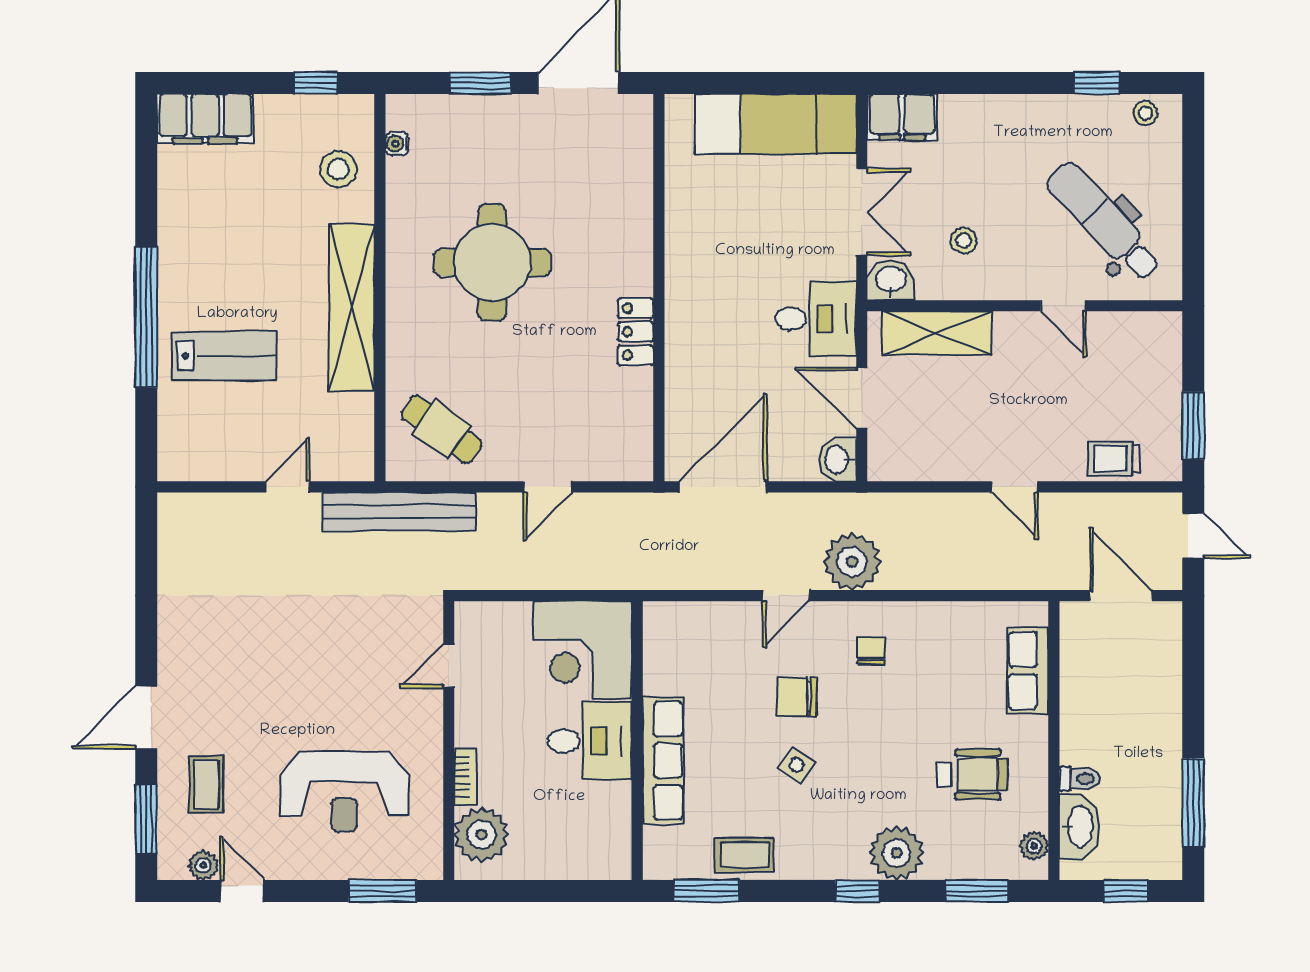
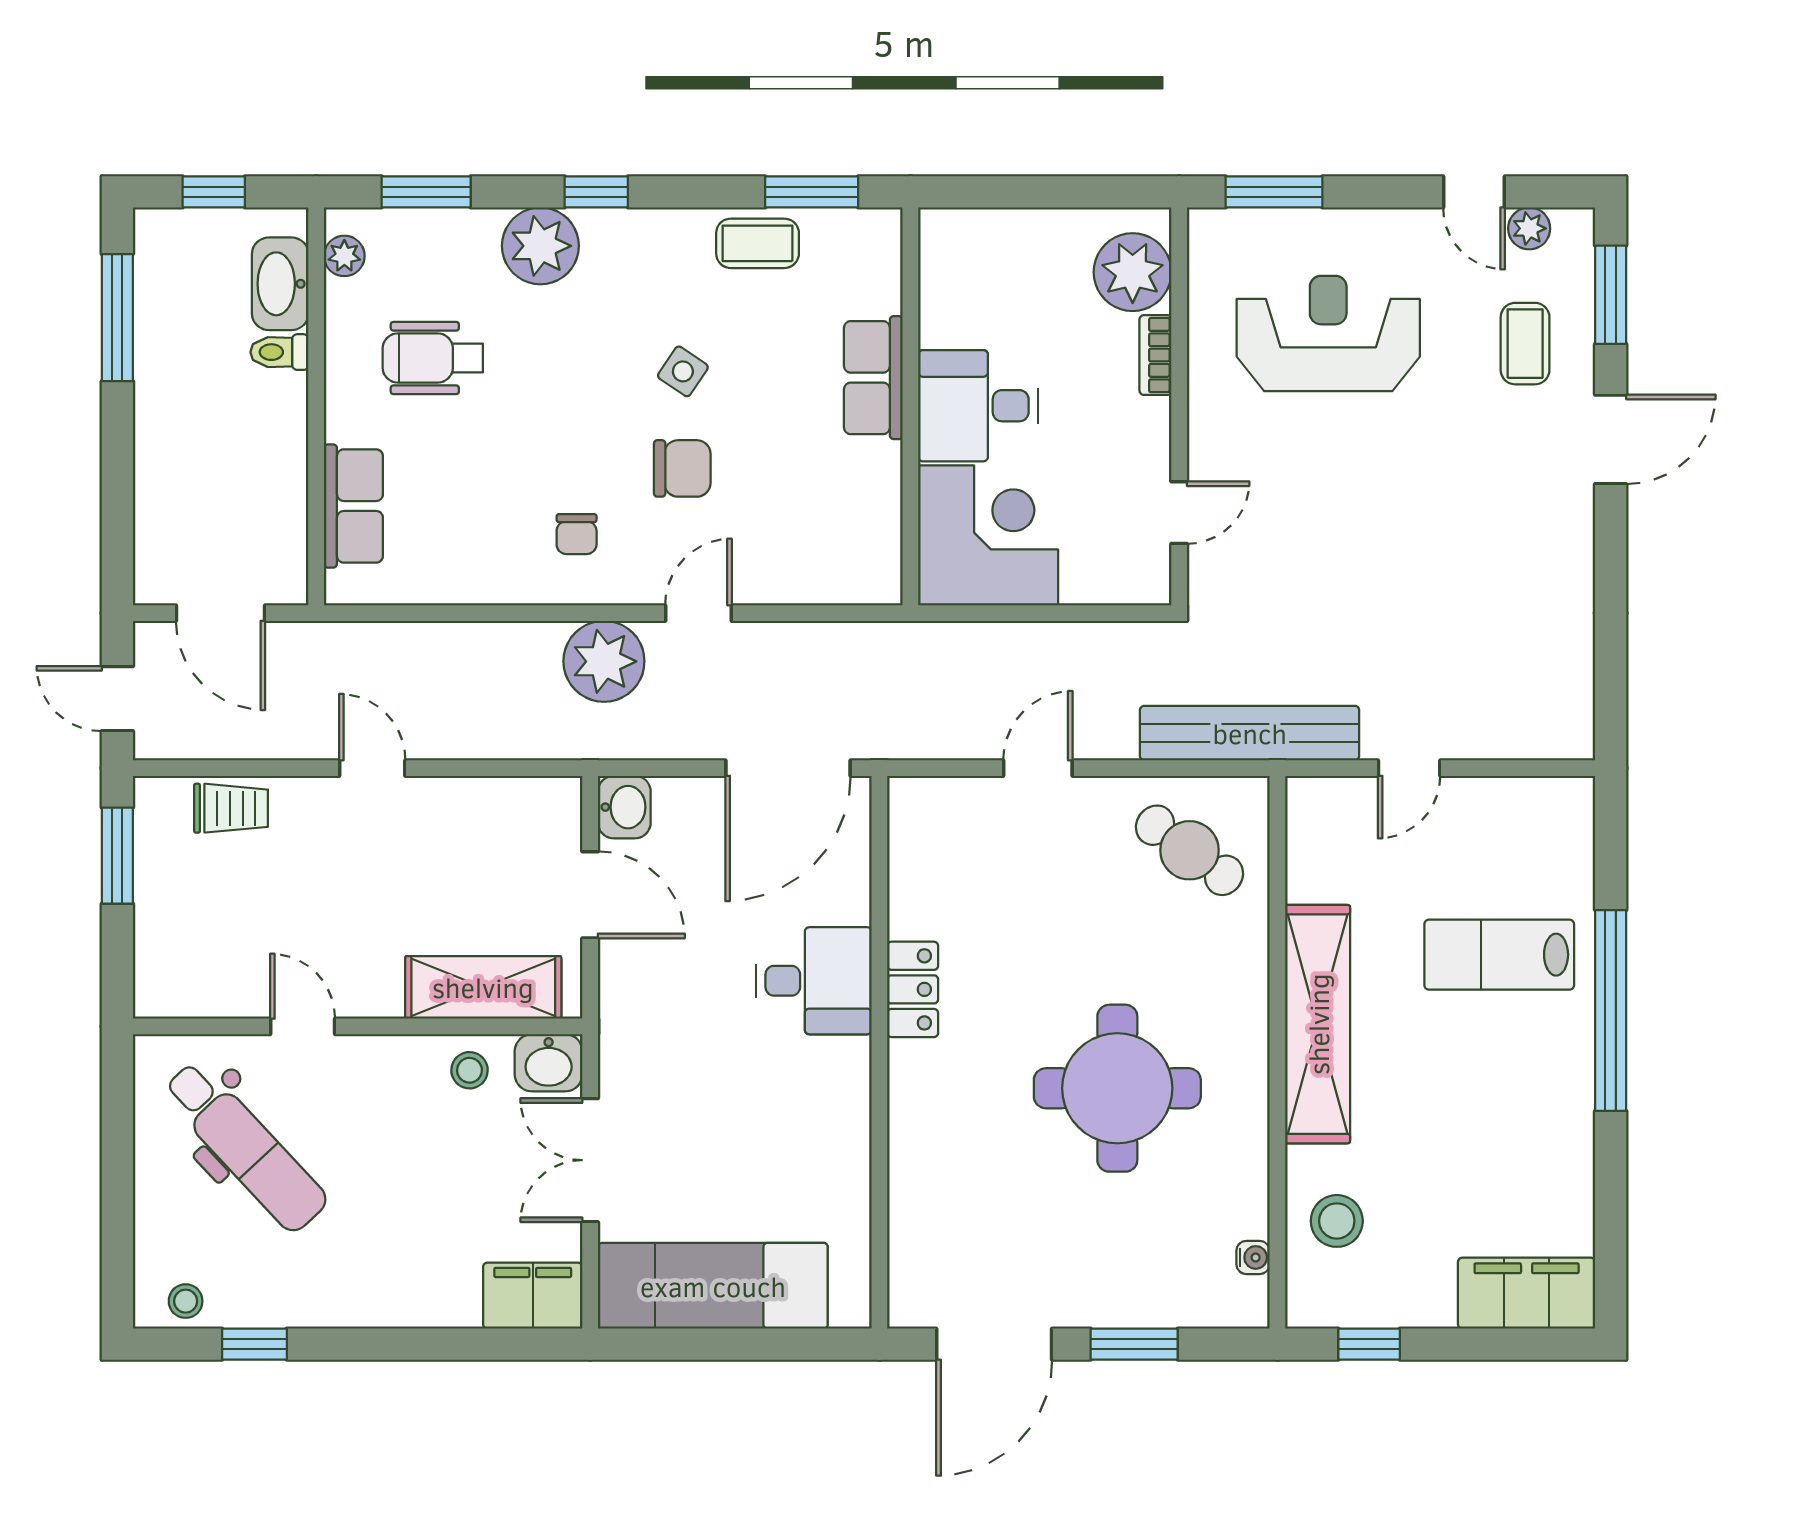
stool: (964, 240) -> (470, 1070), moved
desk: (816, 319) -> (814, 981), moved, turned 180
row of seats: (663, 761) -> (873, 378), width x0.68

